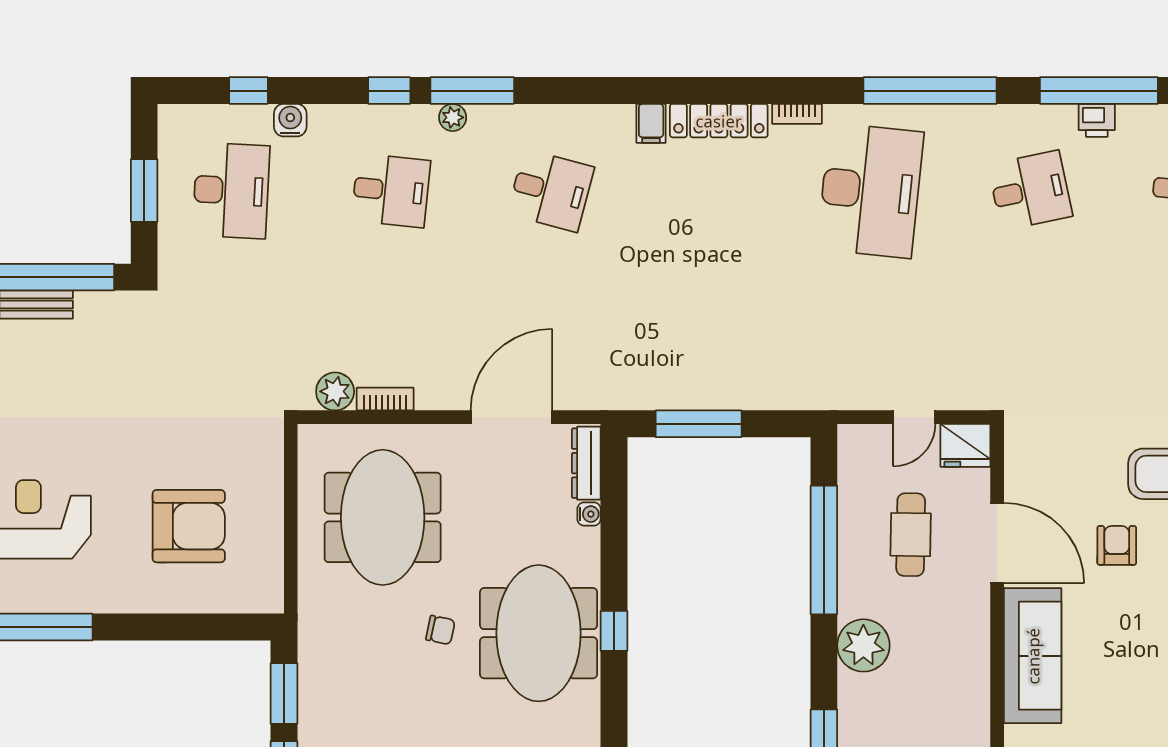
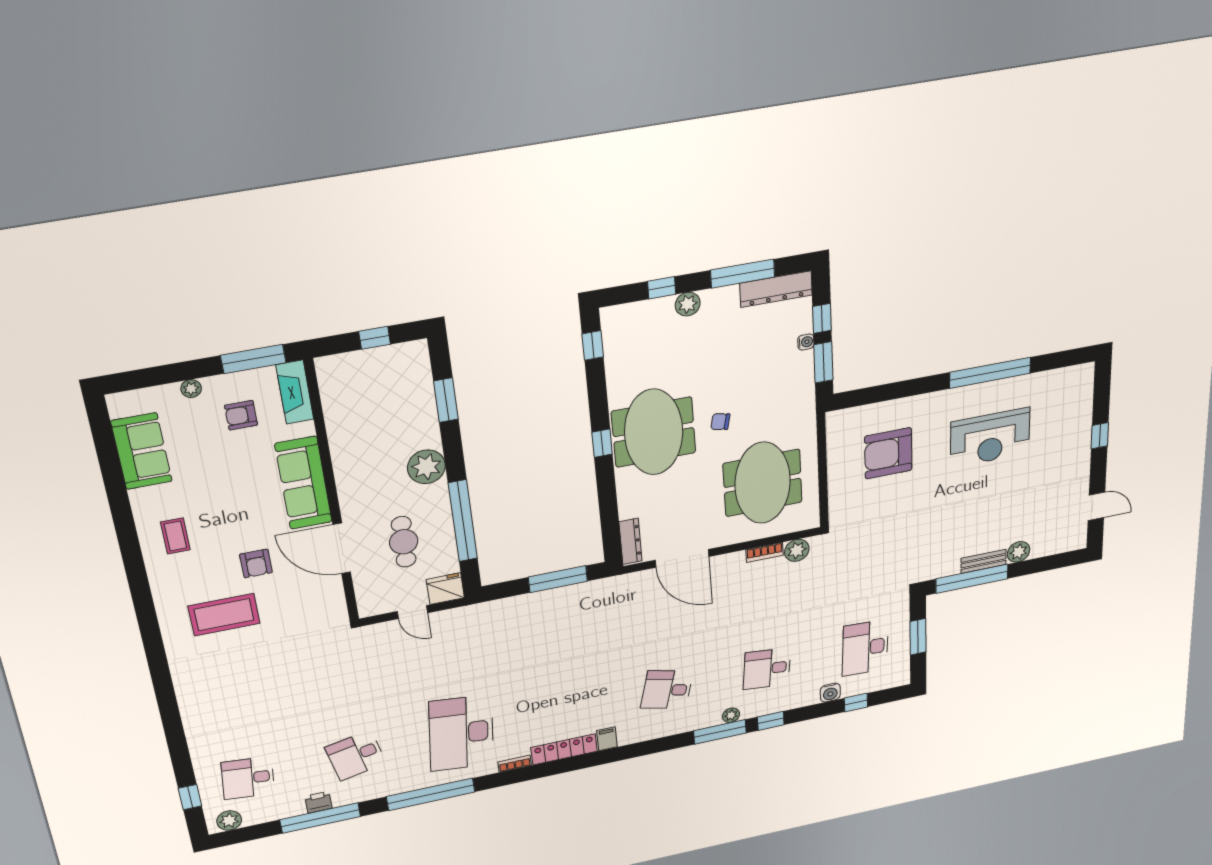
door: (511, 417) -> (682, 558), hinge flipped
door: (914, 417) -> (412, 612), swing flipped
fridge: (965, 445) -> (445, 589), moved
water cooler: (589, 514) -> (806, 342), moved, turned 180

